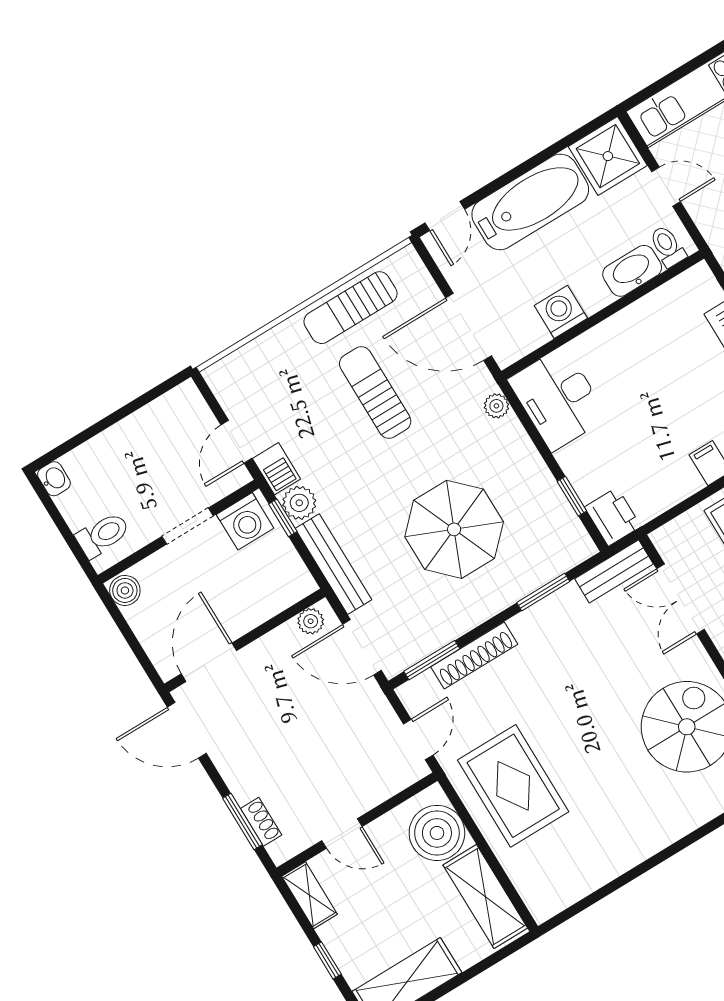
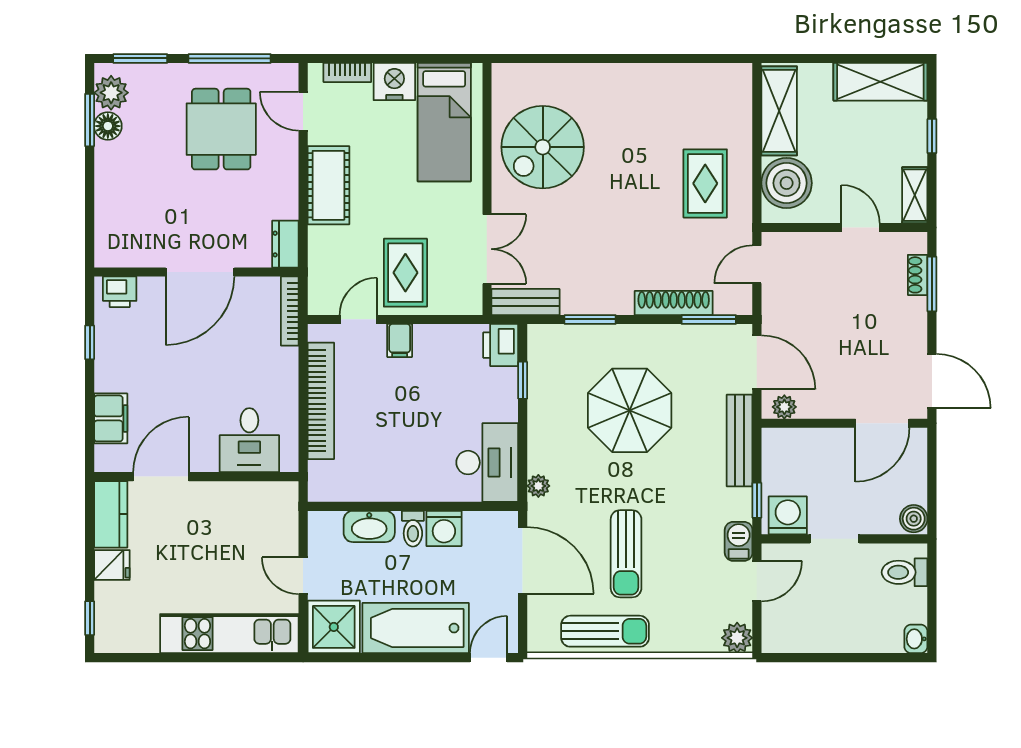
toilet: (668, 246) -> (413, 529), moved
plant: (299, 503) -> (737, 638), moved
rug: (513, 786) -> (705, 183), width x0.73, depth x0.70

